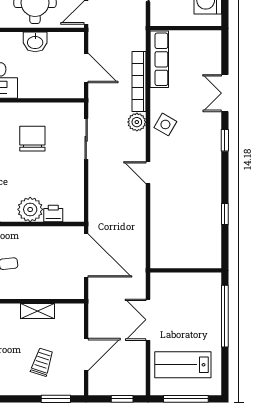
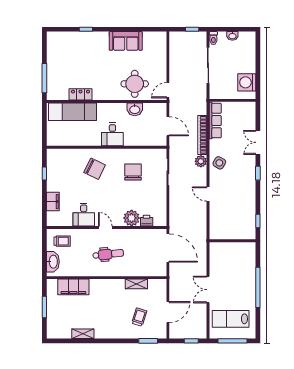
wall: (186, 270) -> (233, 241), moved

